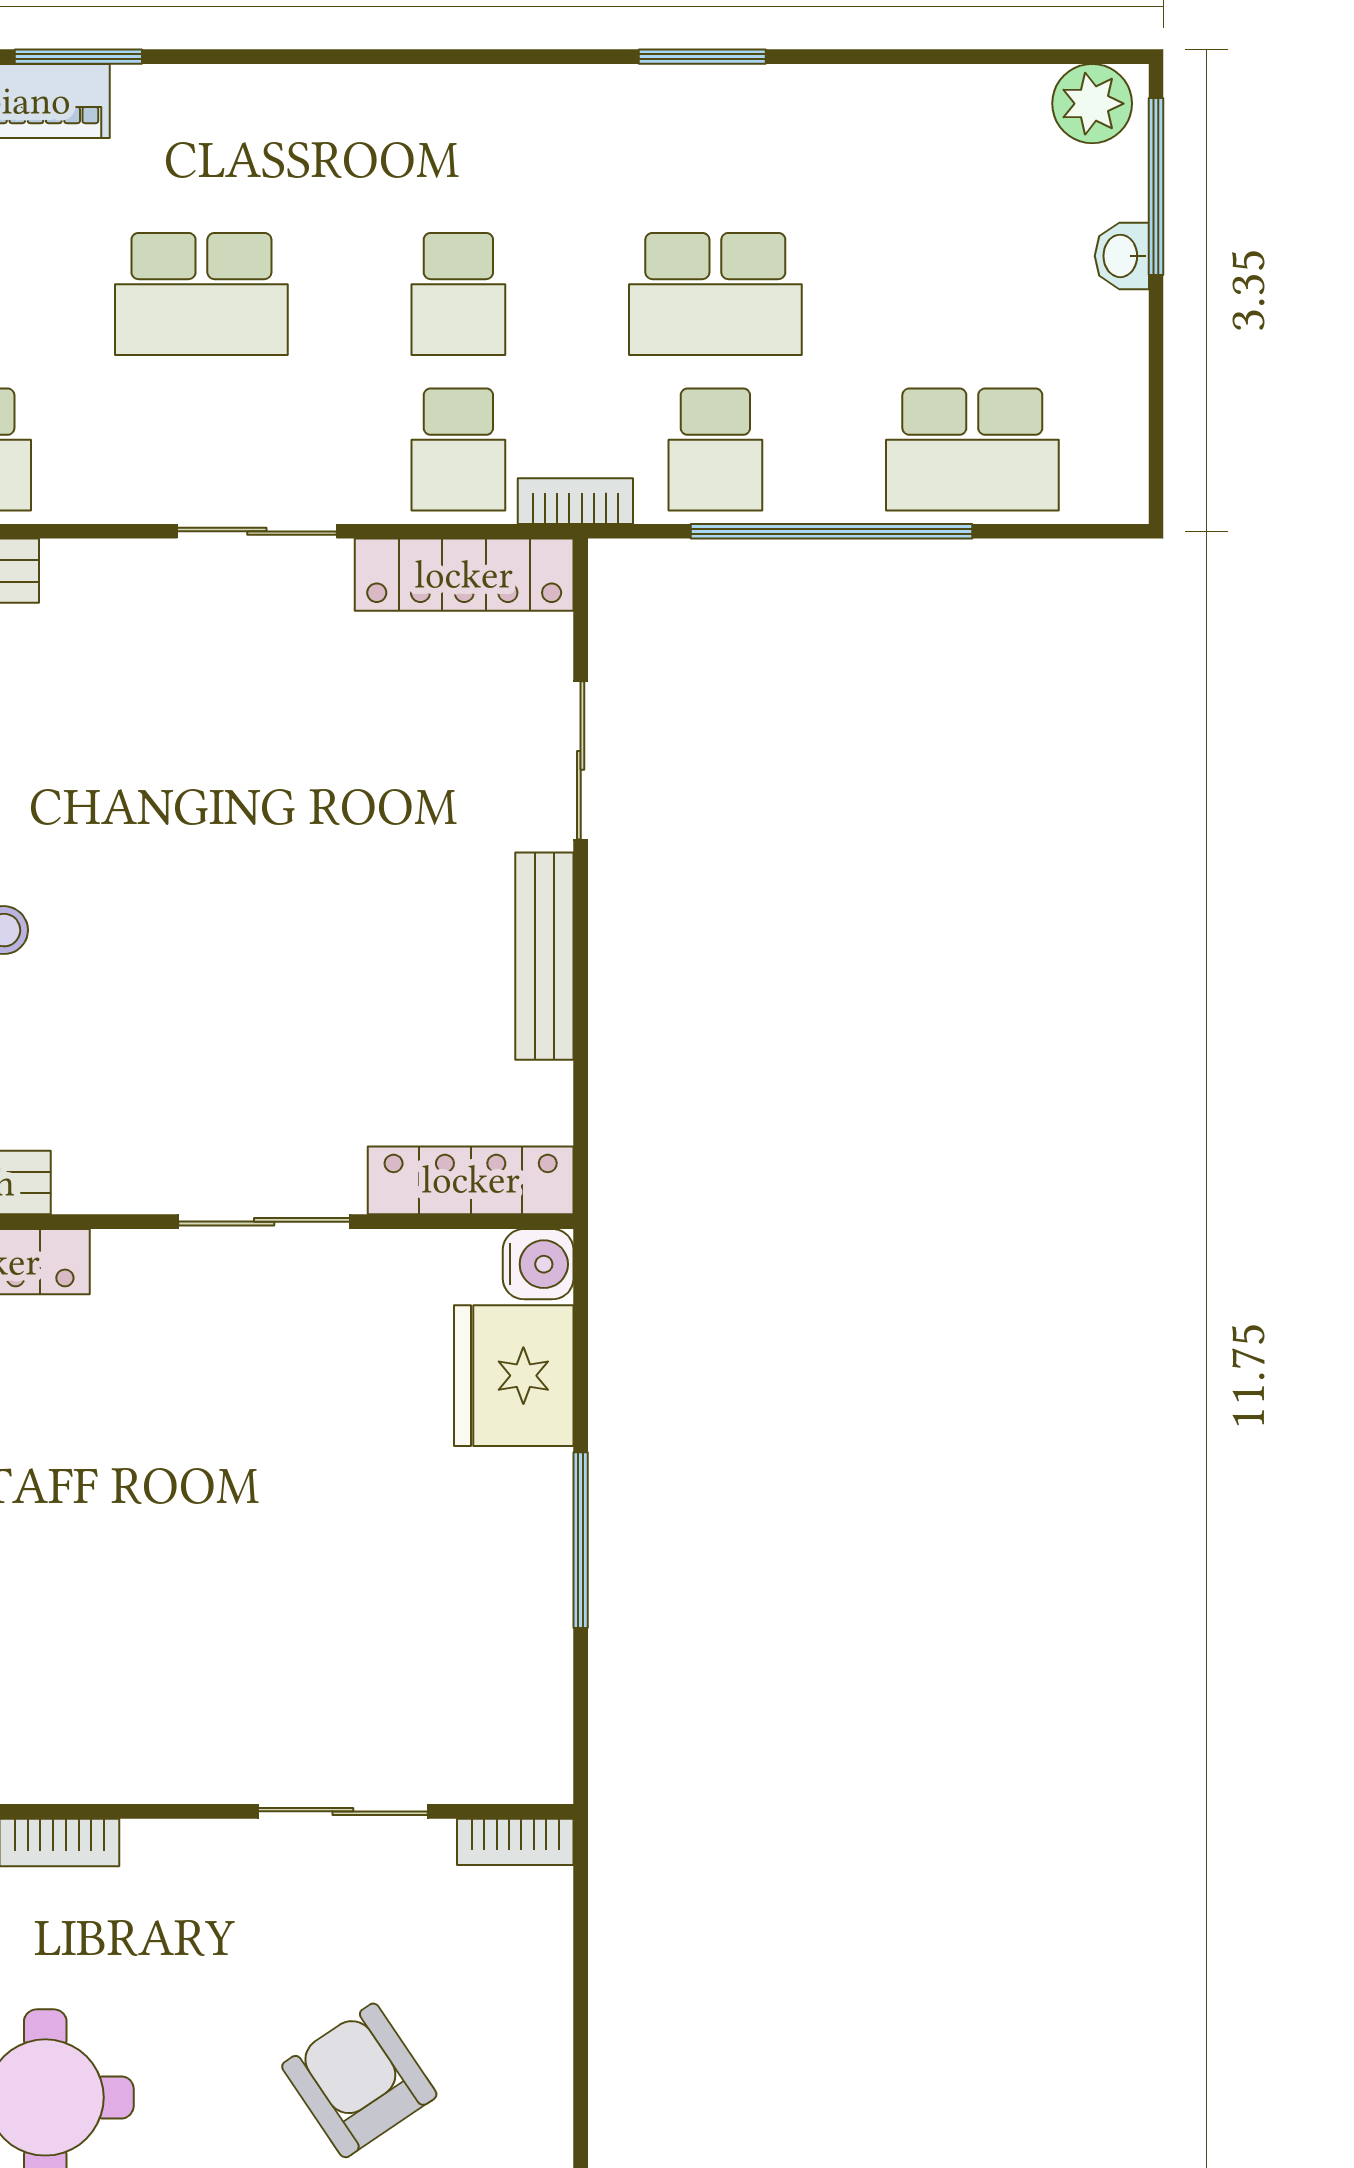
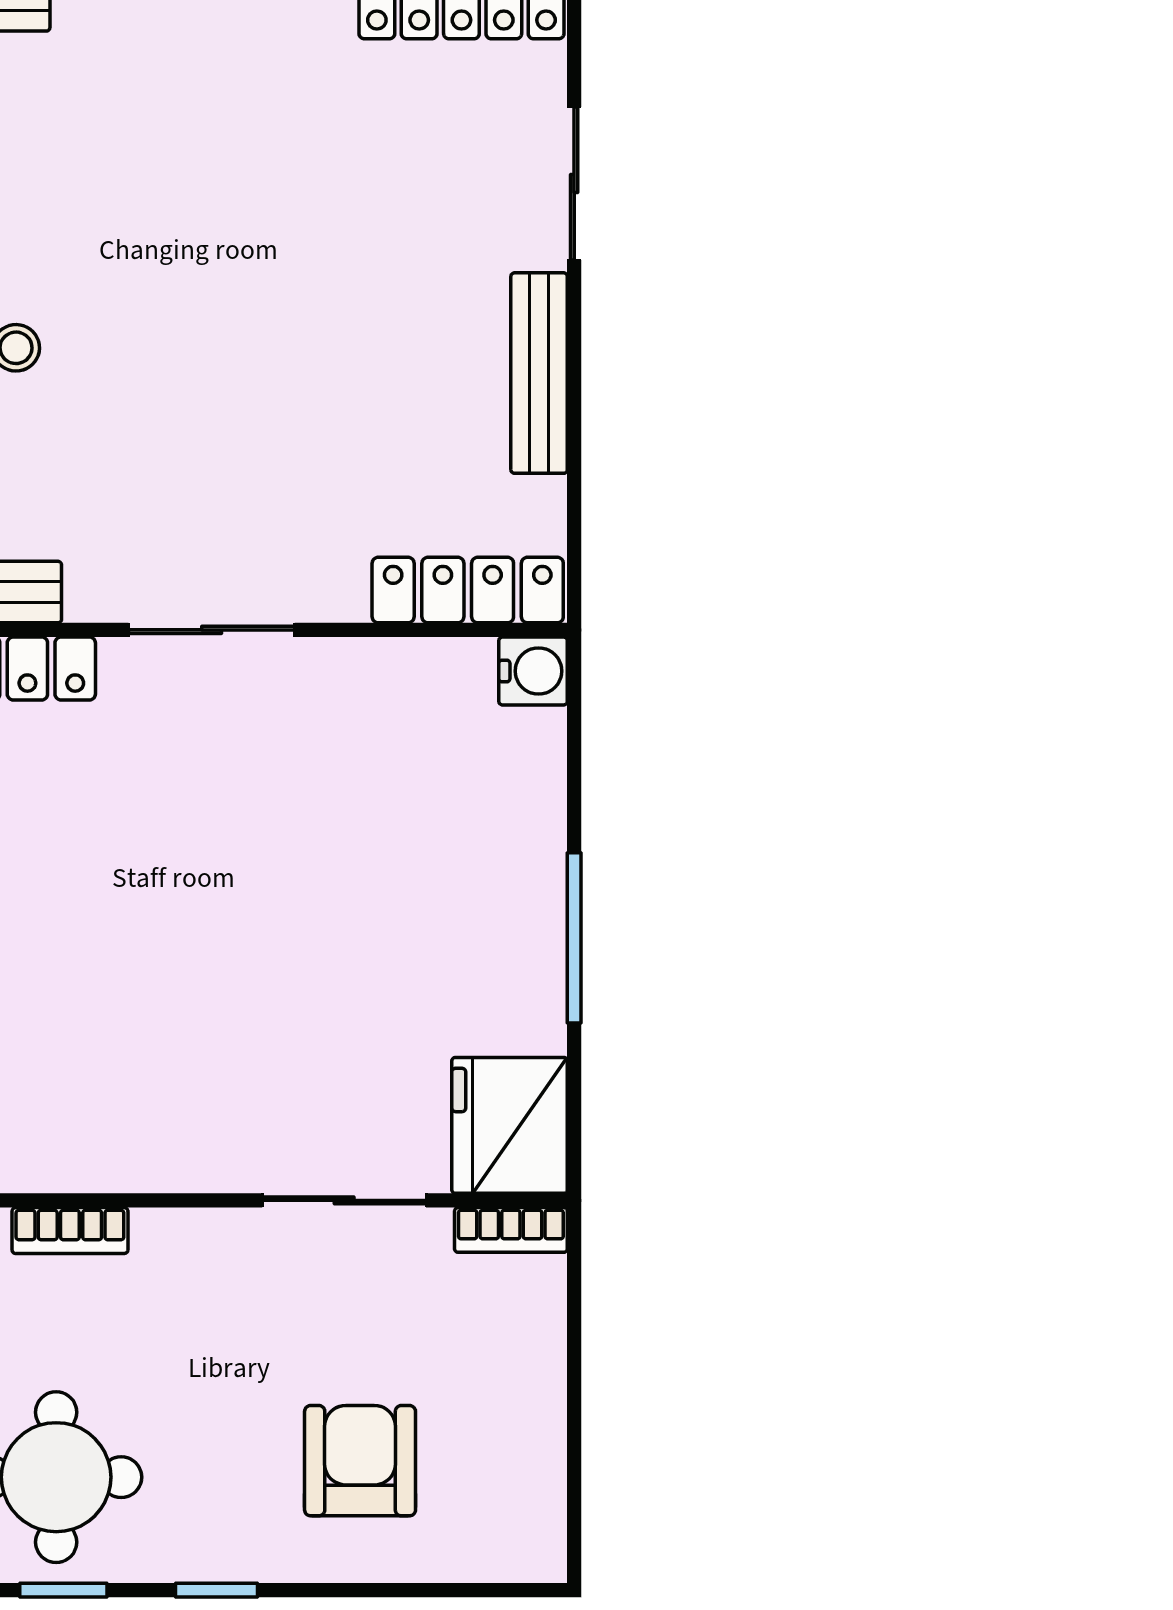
sliding door: (264, 1222) -> (212, 630), moved
fridge: (514, 1376) -> (510, 1125), moved
armchair: (359, 2080) -> (360, 1461), turned 34

